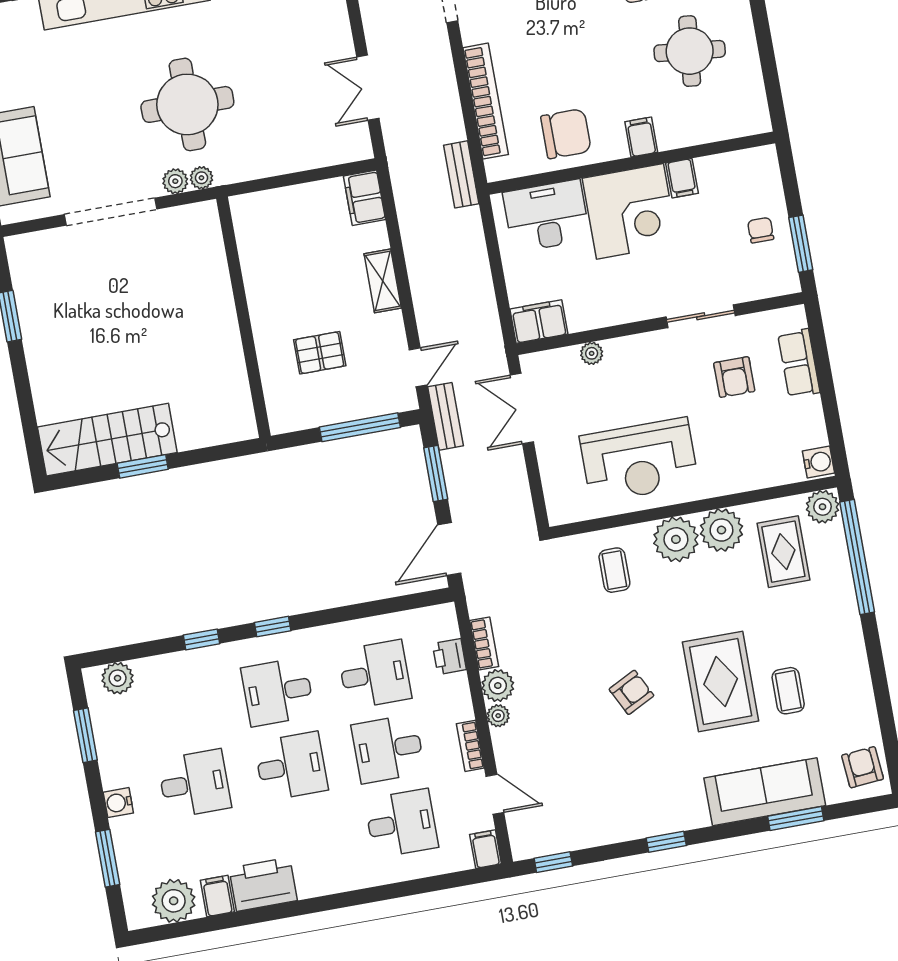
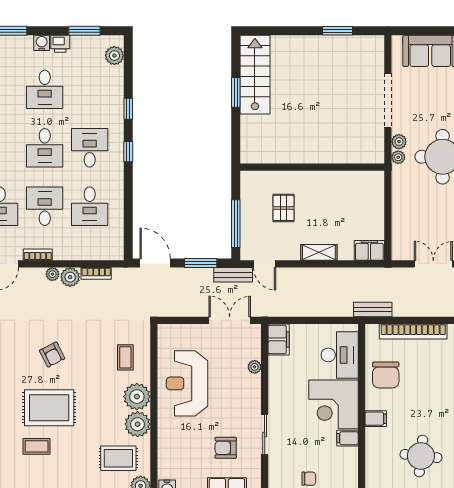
coffee table: (614, 570) -> (125, 357), turned 90
printer: (449, 657) -> (60, 44), moved, turned 180

